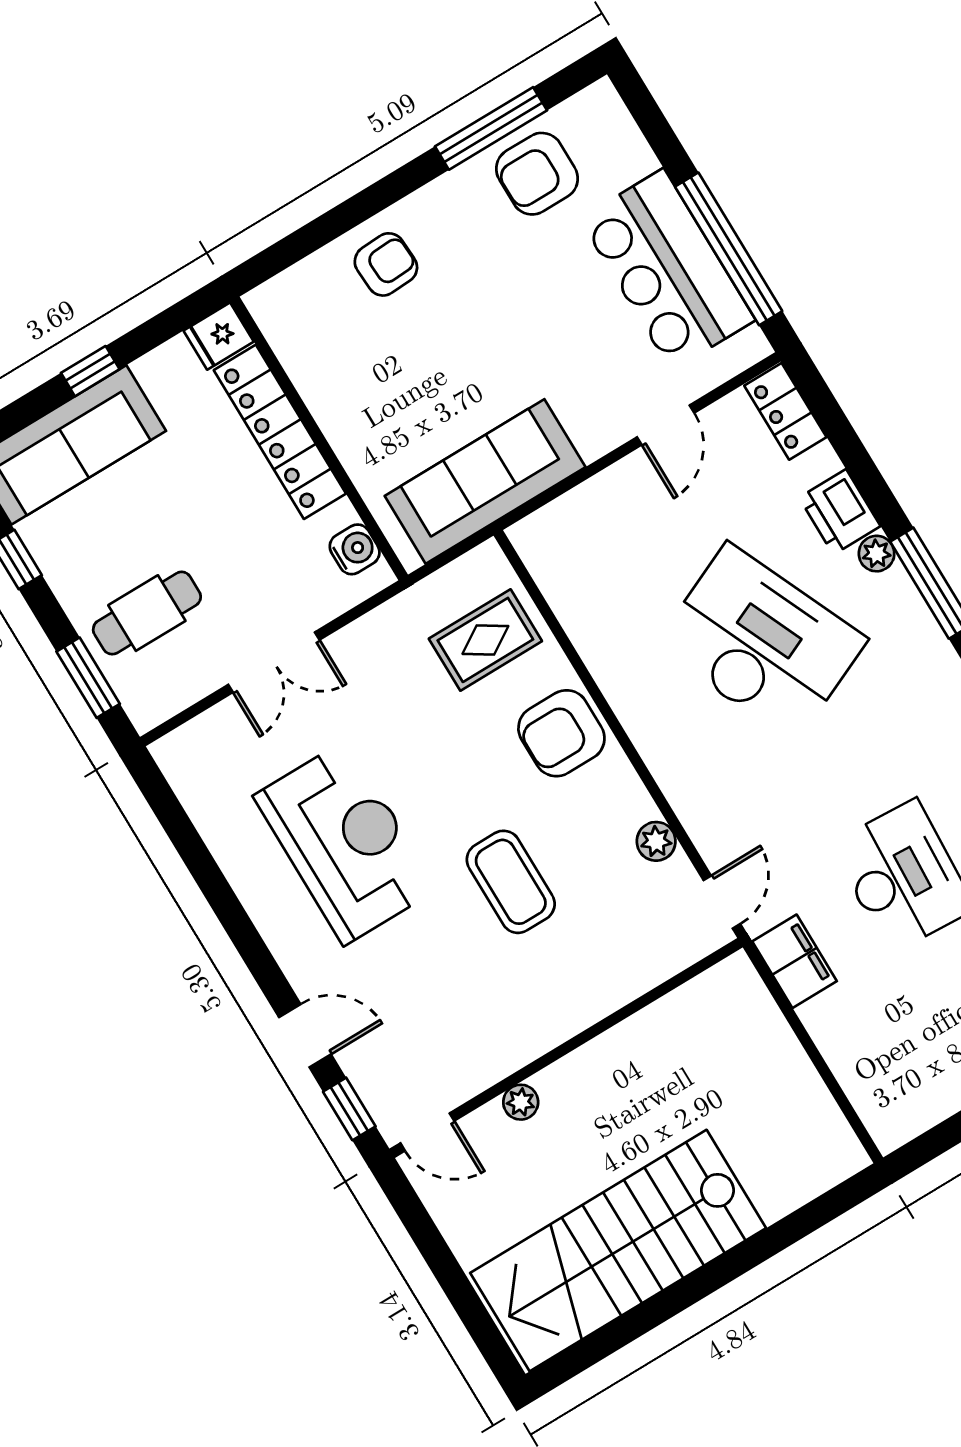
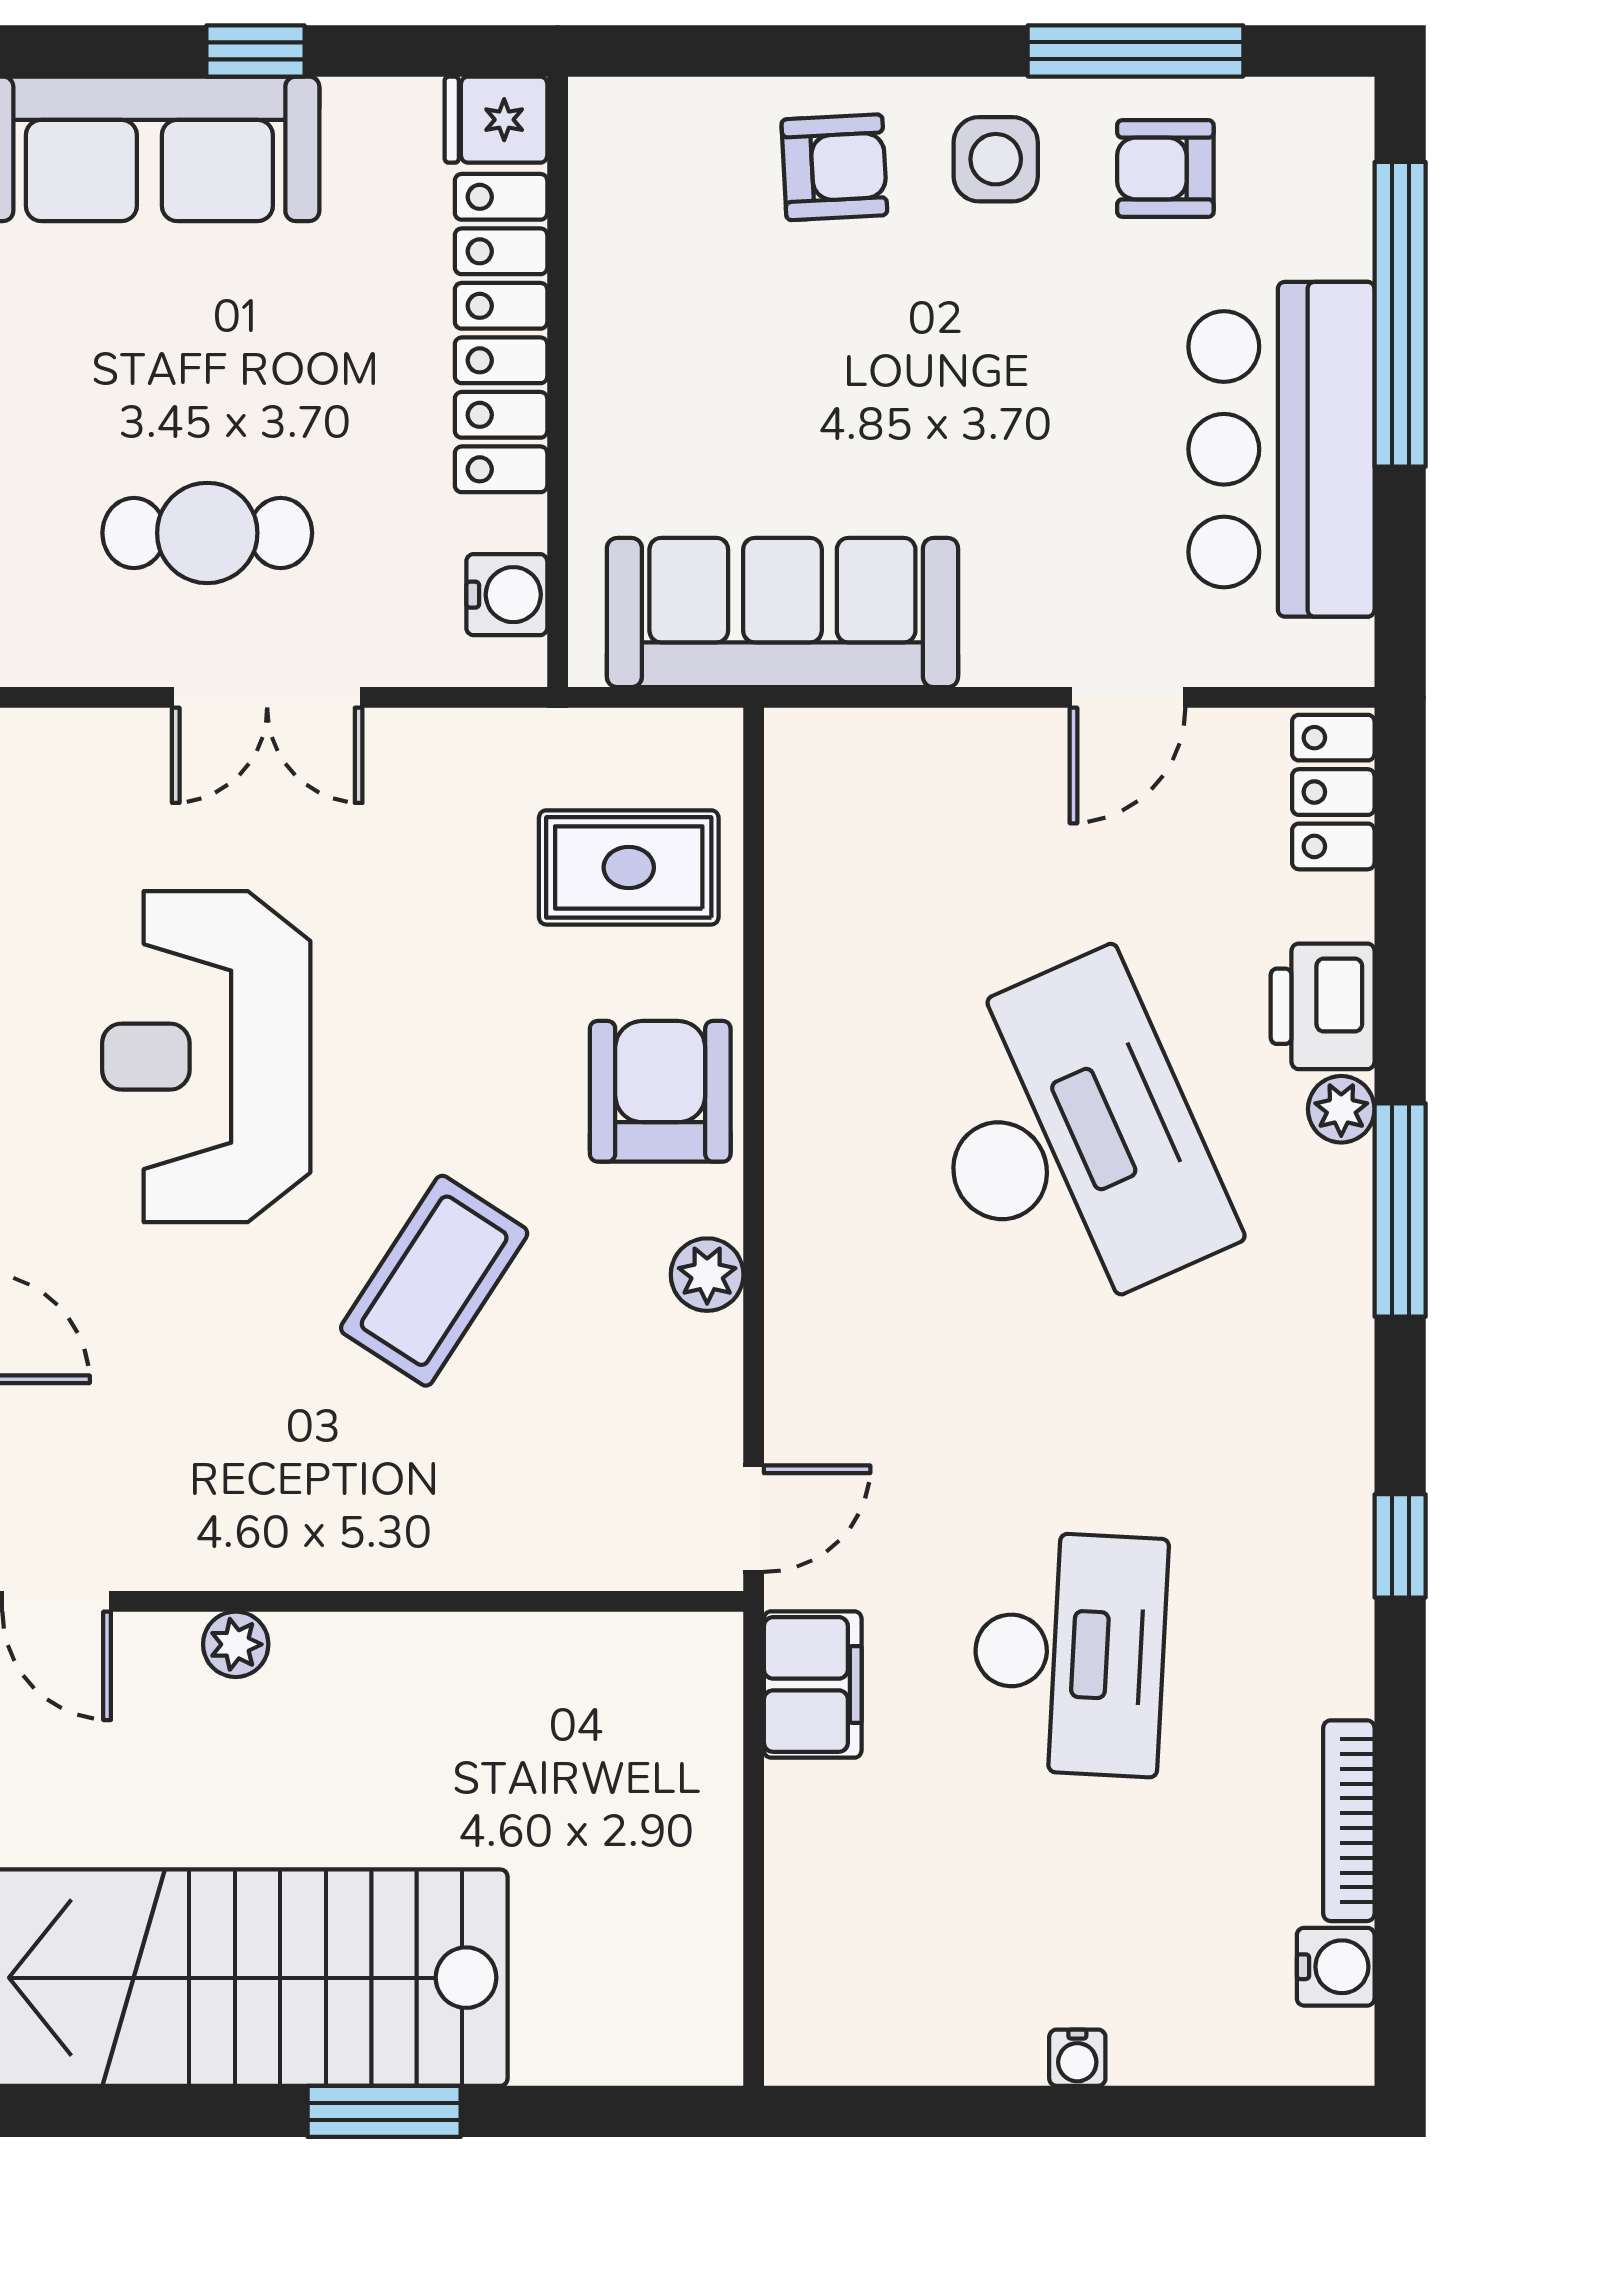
armchair: (537, 174) -> (1165, 169), width x0.72, depth x0.72
side table: (457, 216) -> (996, 159), added
window: (729, 249) -> (1400, 314), moved
cafe table: (147, 613) -> (207, 533), moved
armchair: (561, 733) -> (660, 1091), turned 90
plant: (656, 841) -> (707, 1275), moved
reception desk: (345, 843) -> (206, 1057), turned 180
coffee table: (511, 882) -> (434, 1281), turned 33
window: (717, 1274) -> (384, 2111), added

